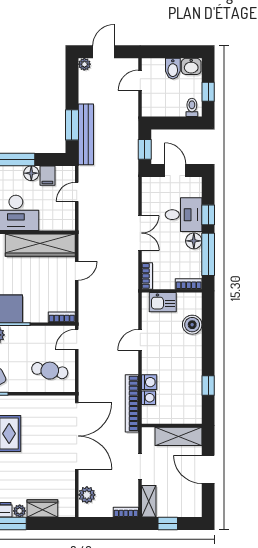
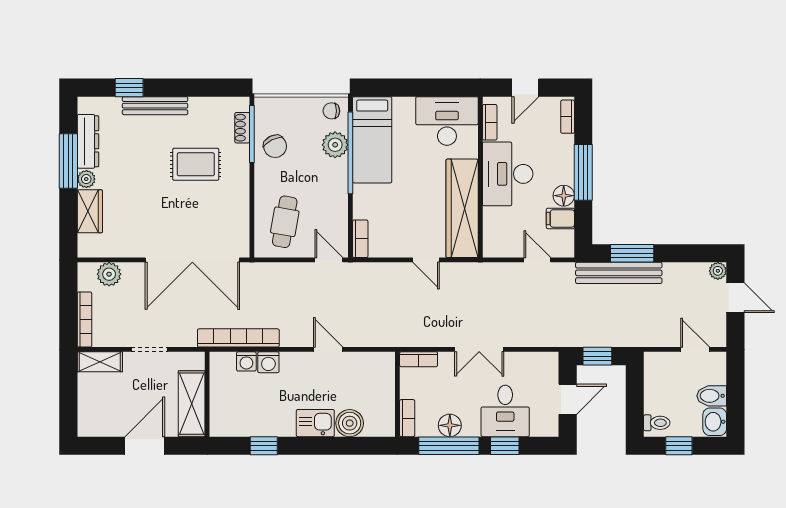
floor lamp: (194, 241) -> (450, 425), moved
kitchen sink: (163, 302) -> (315, 423), moved, turned 90
bookcase: (126, 512) -> (84, 319), width x1.56
window: (168, 524) -> (68, 389), removed

